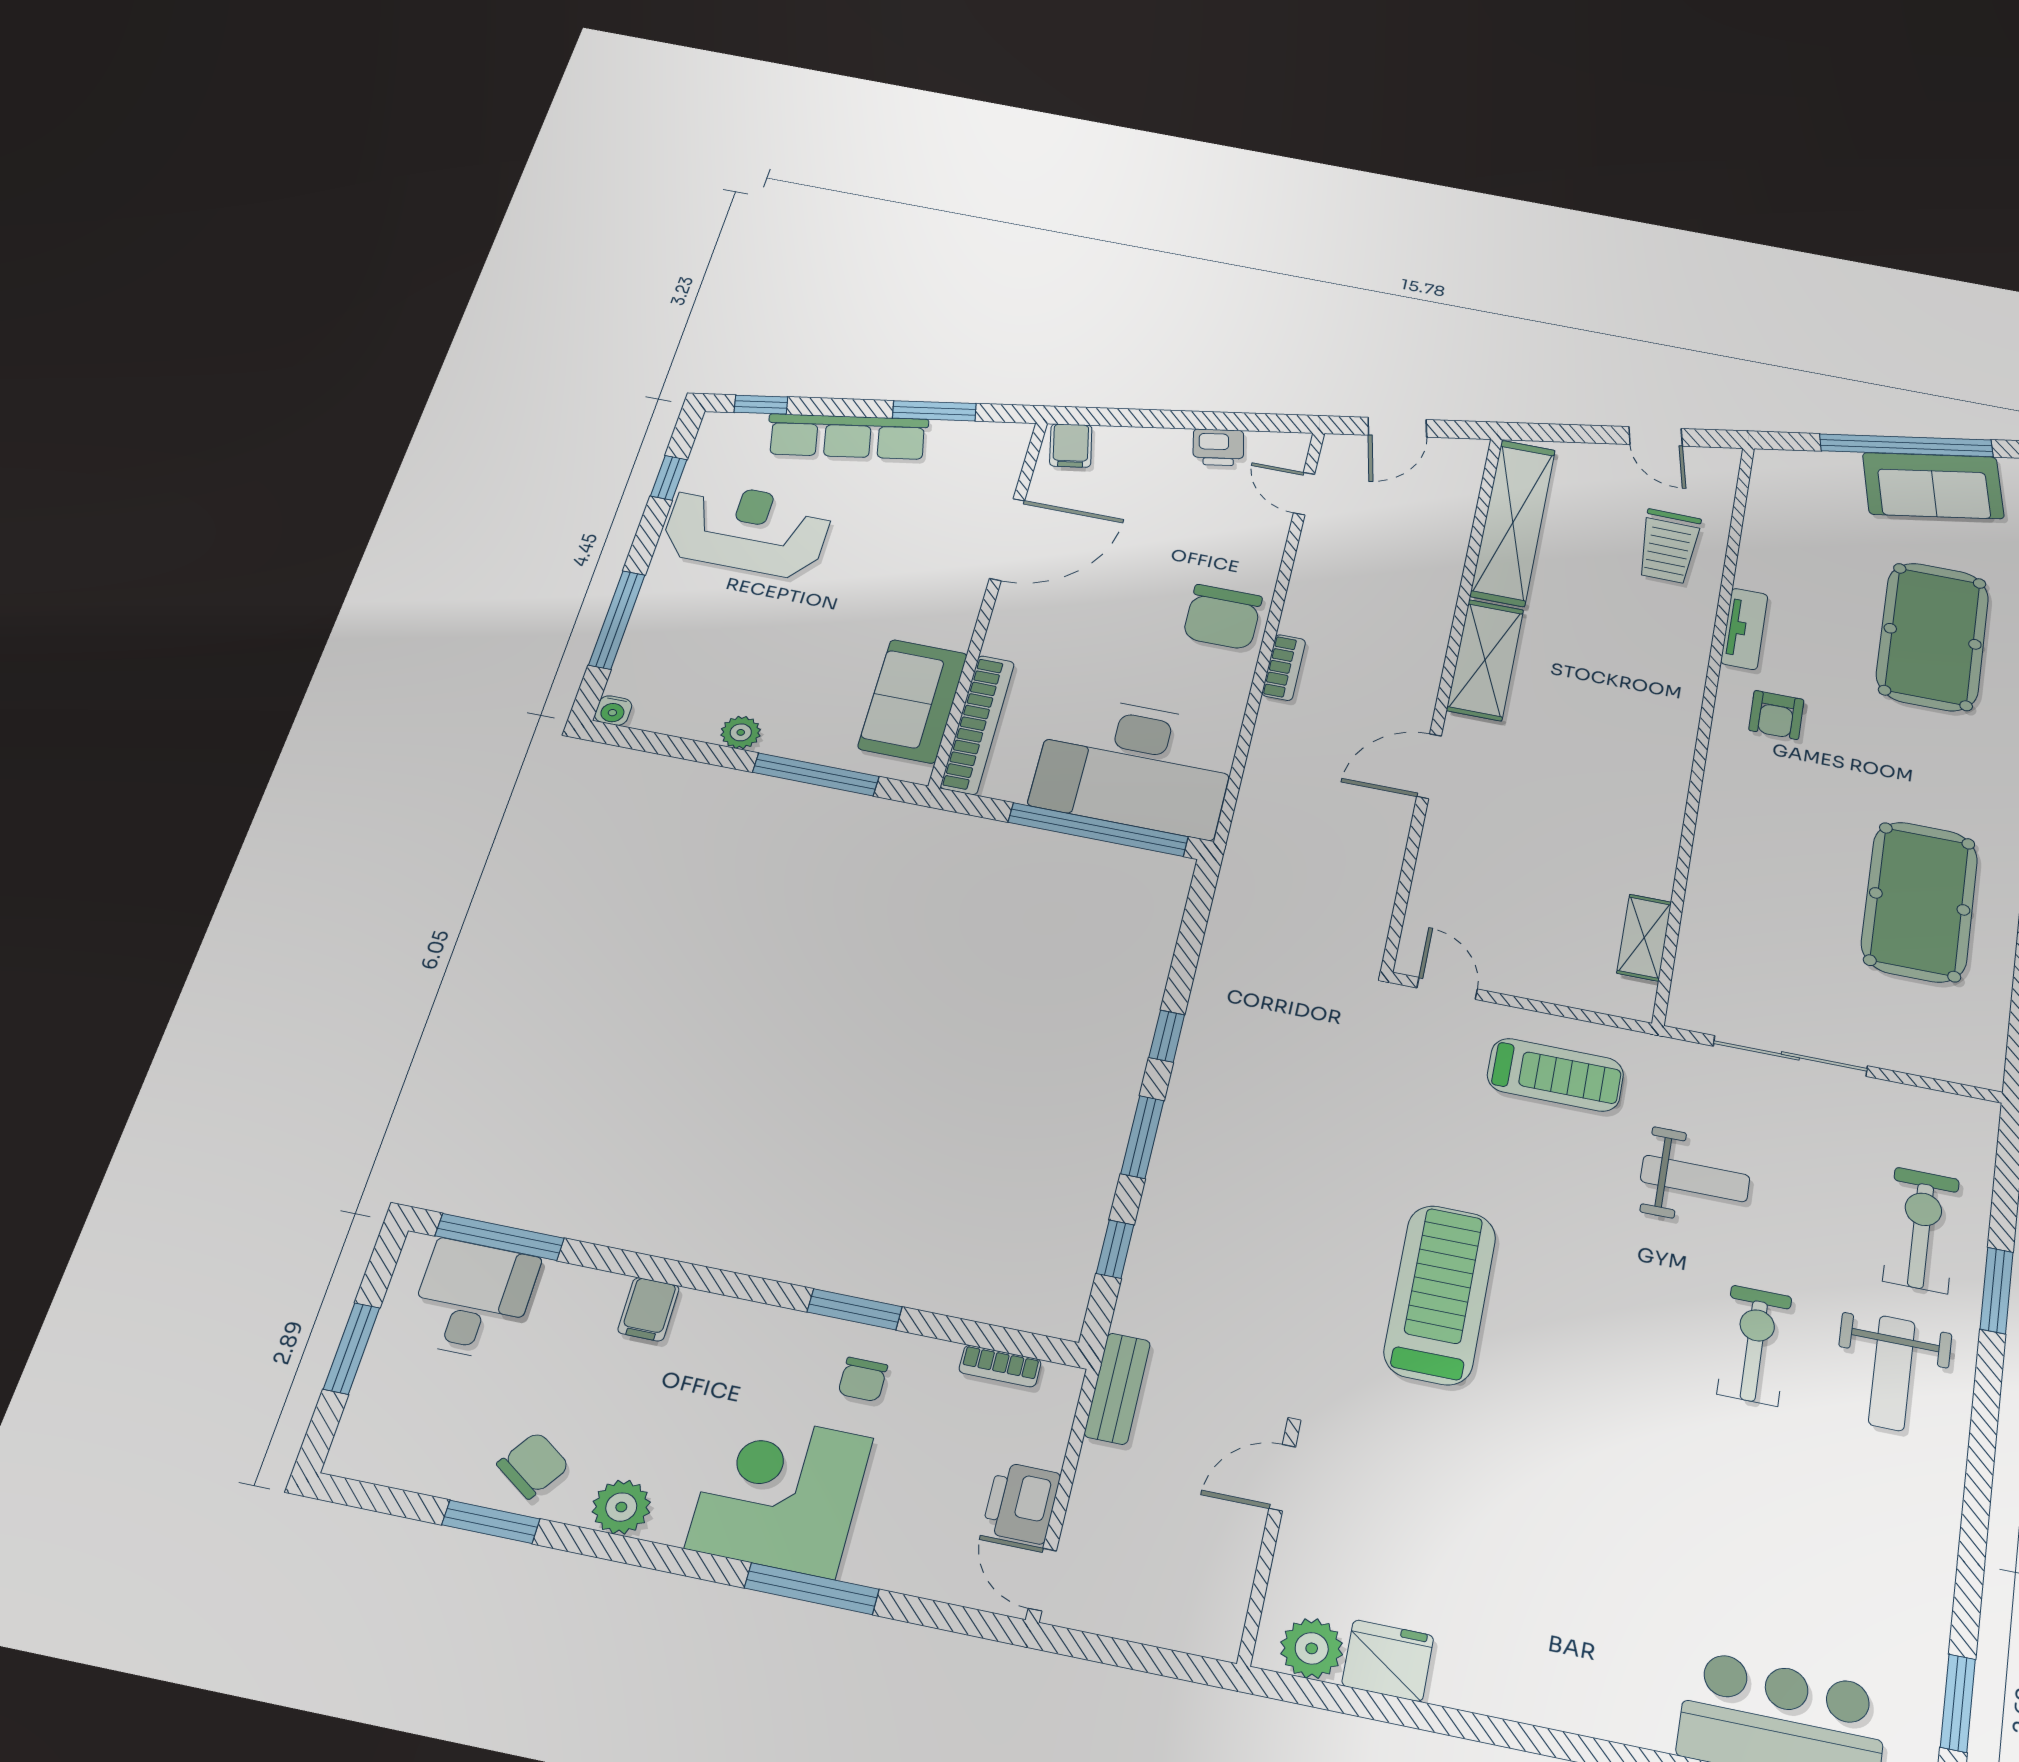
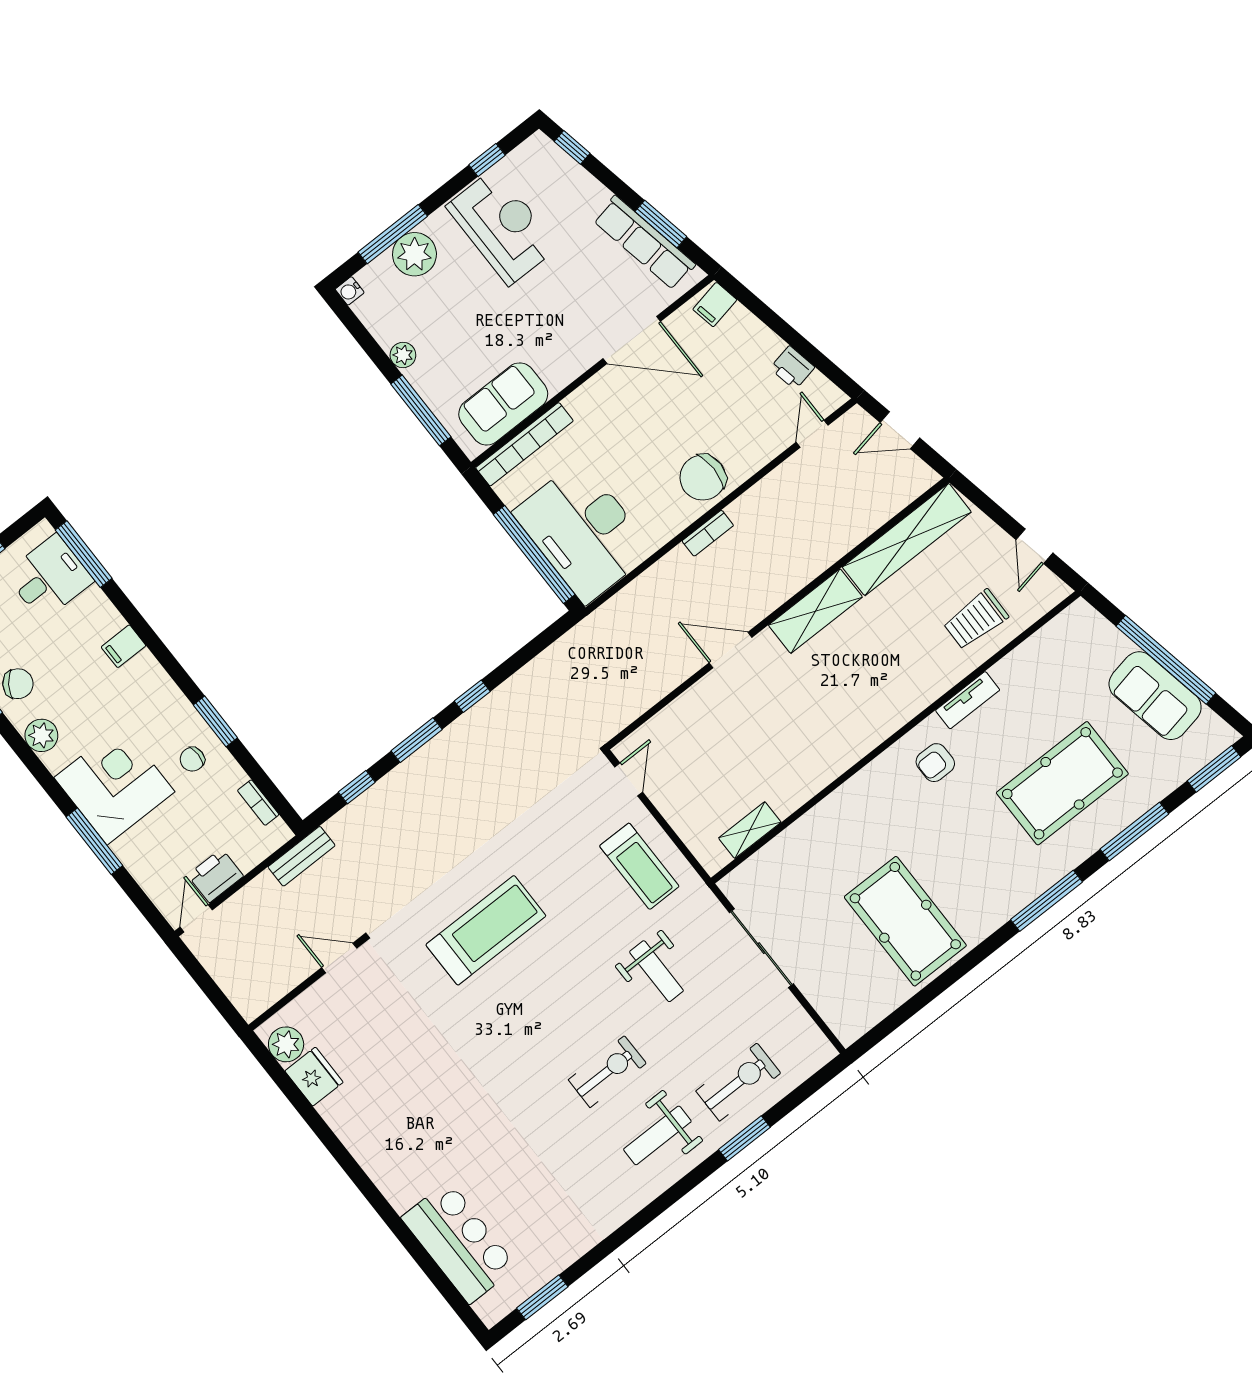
row of seats: (848, 437) -> (644, 243), moved
plant: (663, 623) -> (414, 254), added
pool table: (1920, 901) -> (905, 921), turned 90

